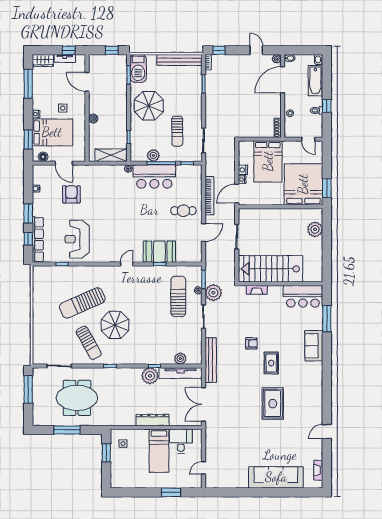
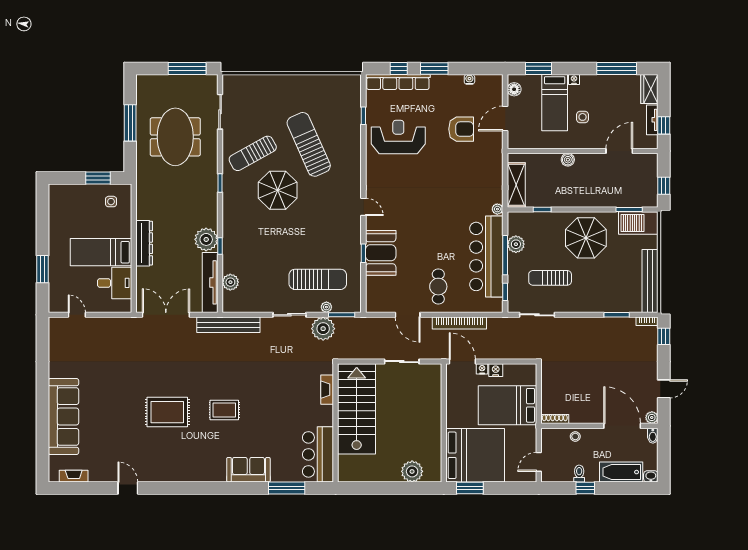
bed: (52, 132) -> (555, 103), width x0.67
bar counter: (154, 176) -> (486, 256), width x1.36
armchair: (251, 343) -> (252, 382), removed

